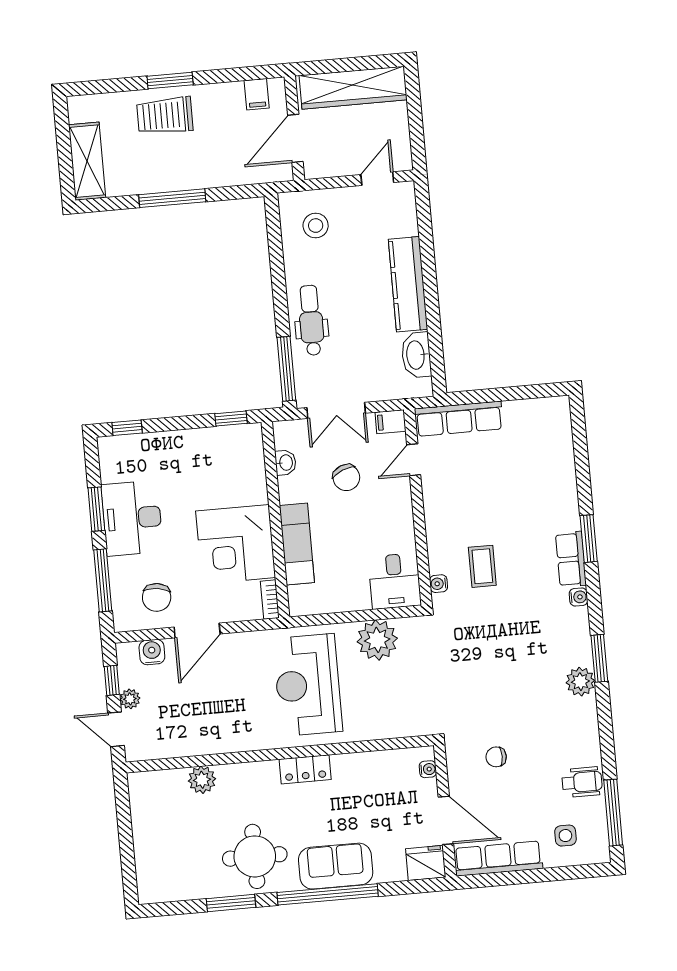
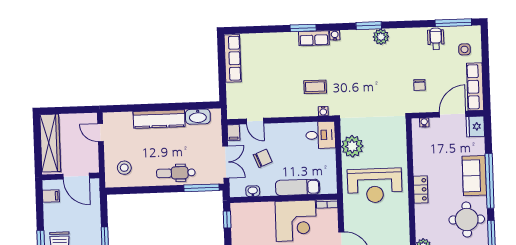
row of seats: (459, 419) -> (233, 58), moved

